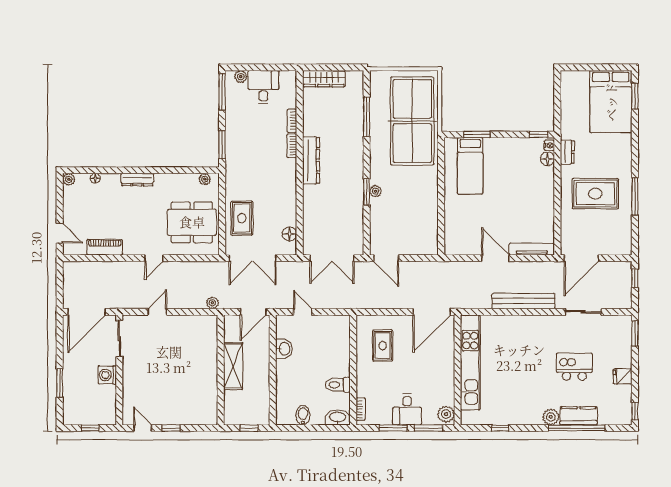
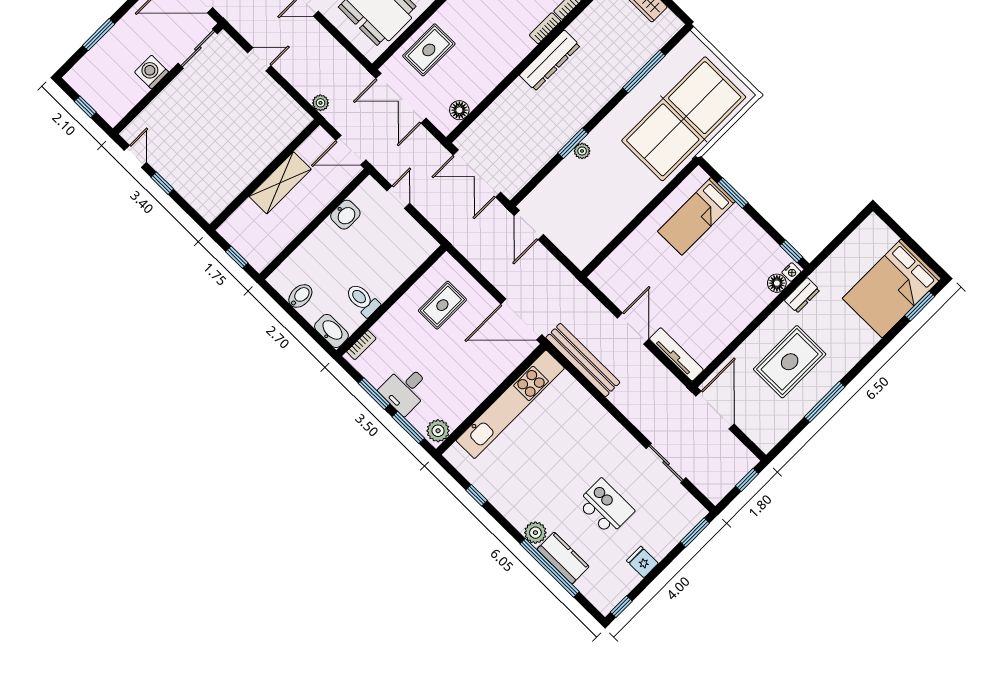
rug: (595, 194) -> (790, 362), turned 90
door: (581, 258) -> (715, 410), swing flipped
bench: (523, 301) -> (583, 360), moved

